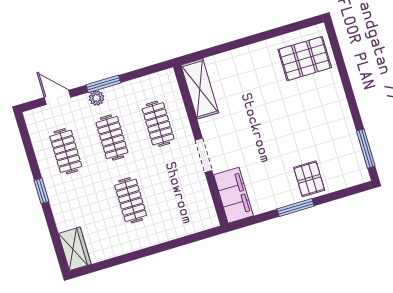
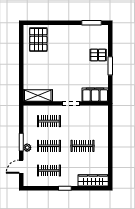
wardrobe: (75, 249) -> (93, 180), width x1.50

